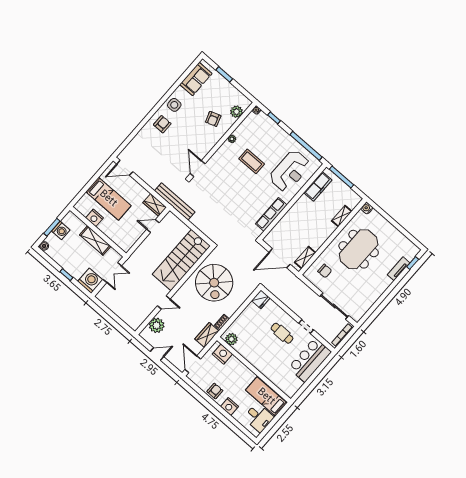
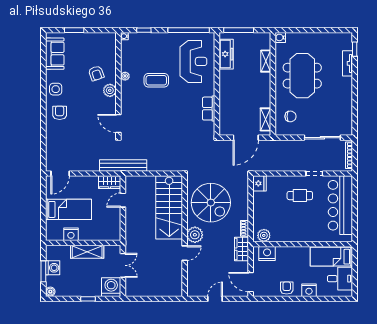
plant: (236, 112) -> (110, 90), moved
row of seats: (271, 214) -> (209, 109), width x0.68
plant: (157, 325) -> (195, 235), moved
bar counter: (310, 360) -> (340, 205), width x1.36

